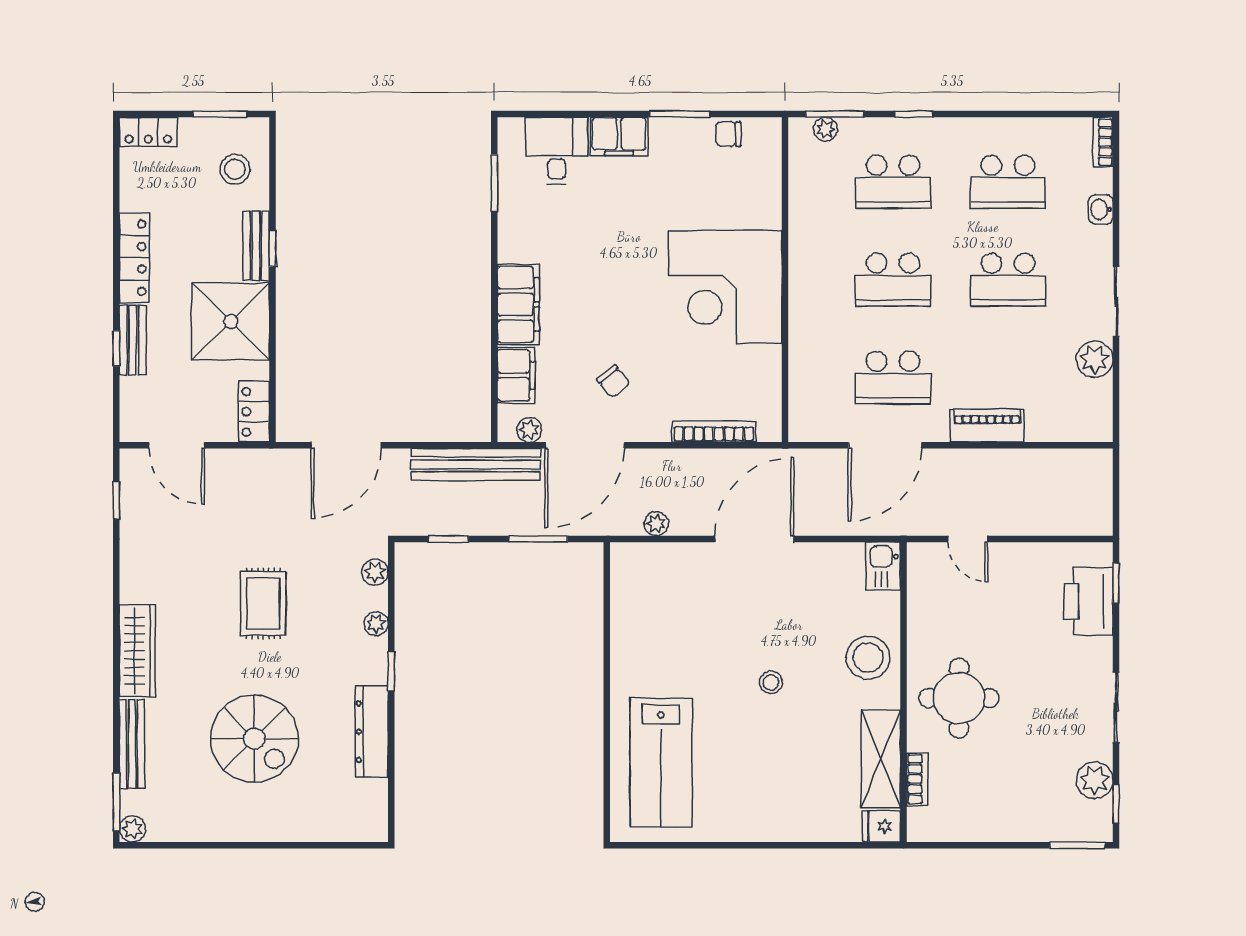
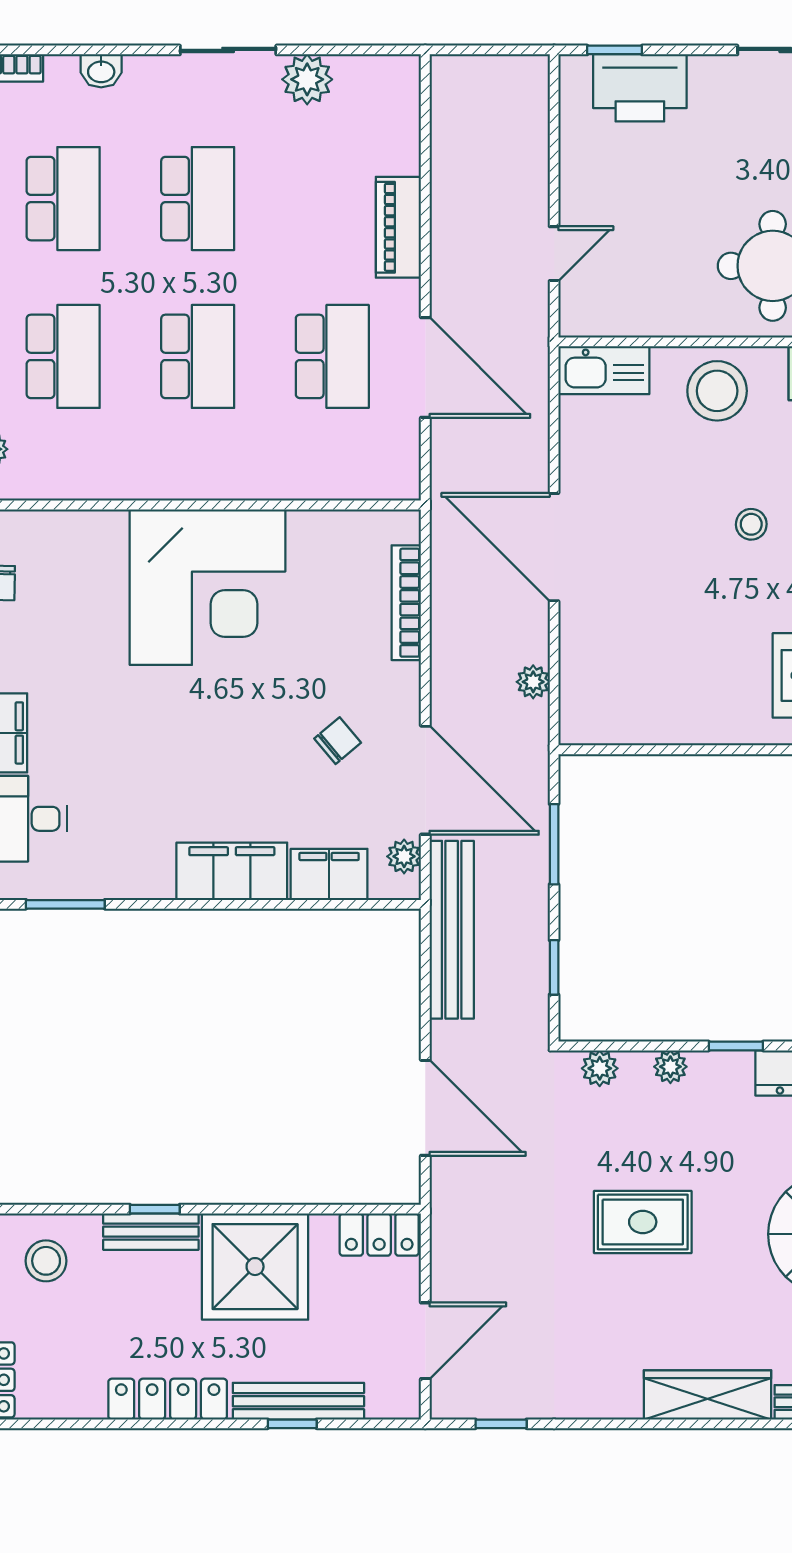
bench: (133, 340) -> (298, 1401), width x1.36
kitchen sink: (883, 566) -> (604, 370), width x1.38

